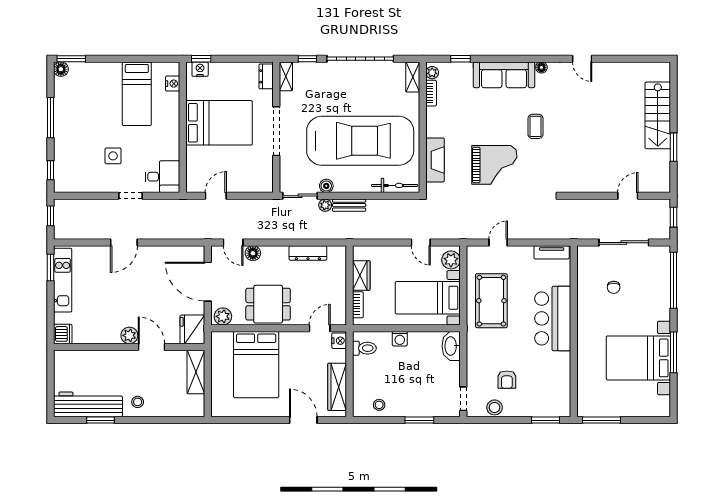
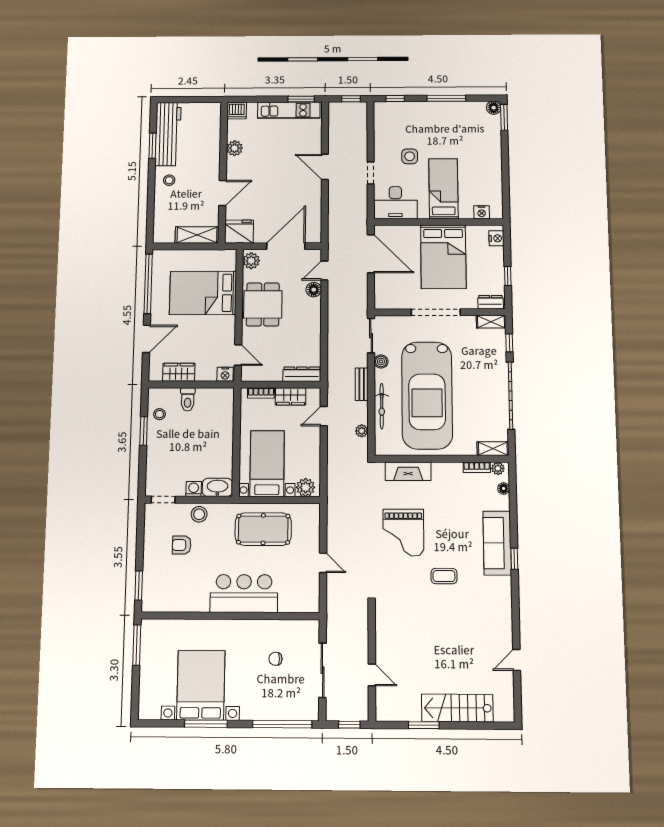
window: (201, 59) -> (508, 276), moved
window: (460, 59) -> (514, 559), moved
door: (582, 59) -> (517, 660), moved
floor lamp: (541, 67) -> (504, 488), moved
bed: (137, 94) -> (443, 189), moved, turned 90
desk: (162, 177) -> (395, 203), width x1.37
bicycle: (395, 185) -> (382, 406), moved
door: (216, 196) -> (371, 254), width x1.88
plant: (325, 205) -> (362, 431), moved
door: (421, 243) -> (324, 416), moved
door: (498, 243) -> (323, 563), moved
tv unit: (552, 252) -> (313, 593), removed
dresser: (308, 253) -> (302, 374), moved, turned 90
plant: (129, 335) -> (235, 148), moved
washing machine: (400, 339) -> (194, 489), moved, turned 90
toilet: (364, 348) -> (188, 399), moved
wardrobe: (337, 387) -> (179, 372), width x0.67
stool: (495, 407) -> (199, 514), moved
window: (247, 420) -> (148, 284), added
window: (419, 420) -> (144, 431), moved

